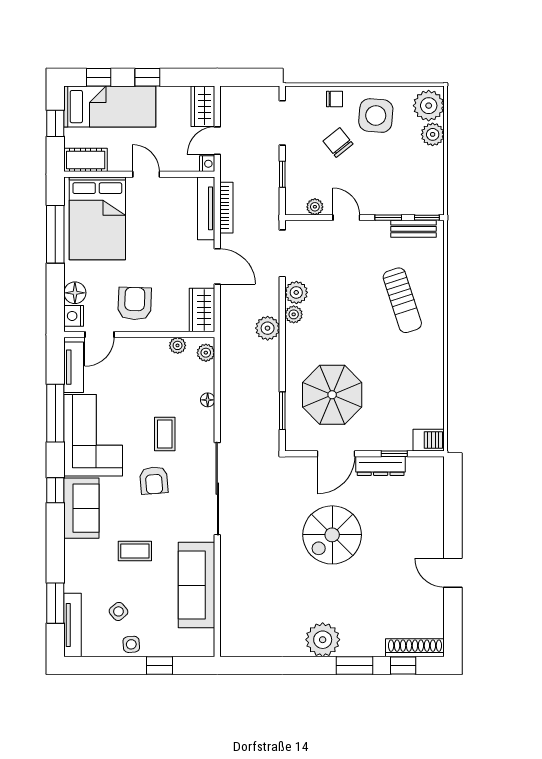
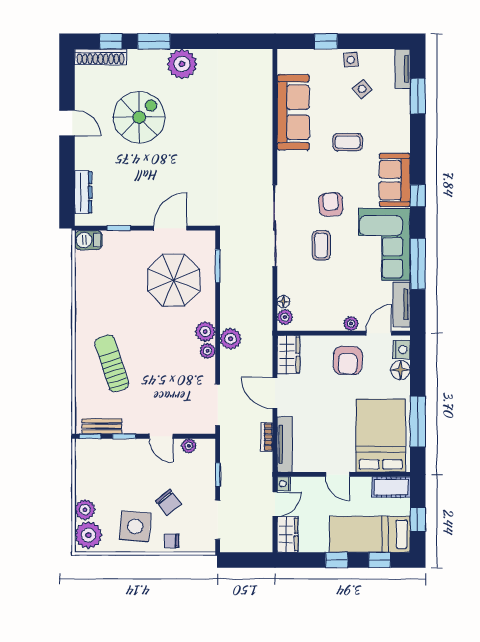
bookcase: (226, 208) -> (267, 437), width x0.64
plant: (296, 292) -> (205, 332), moved
plant: (178, 345) -> (351, 324), moved
floor lamp: (208, 400) -> (283, 302), moved
dresser: (381, 466) -> (83, 192), moved, turned 90
sliding door: (217, 489) -> (275, 226), moved
spiral stairs: (332, 535) -> (139, 117), moved
tv unit: (73, 625) -> (402, 69), width x0.71

